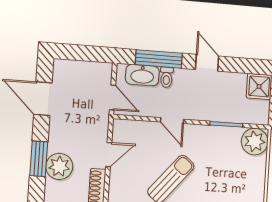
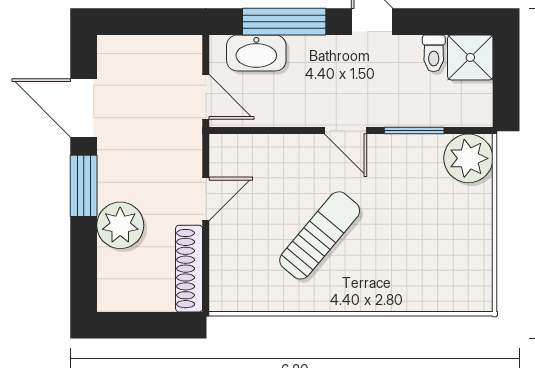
toilet: (166, 77) -> (434, 53), moved
door: (172, 121) -> (346, 131), moved
window: (39, 159) -> (84, 186), moved

